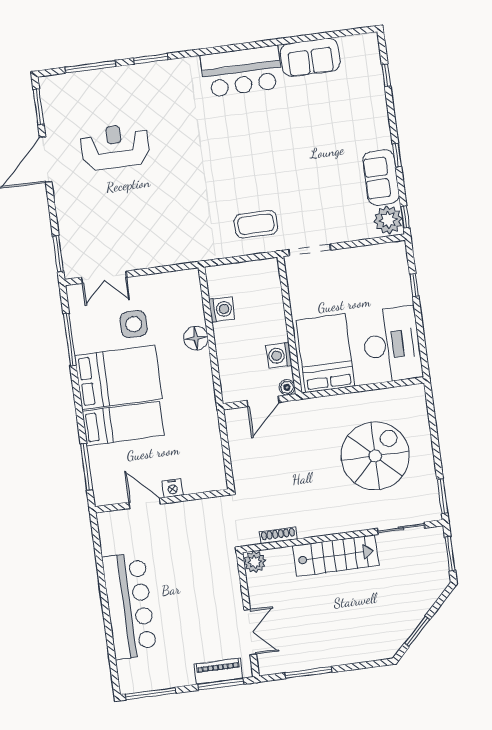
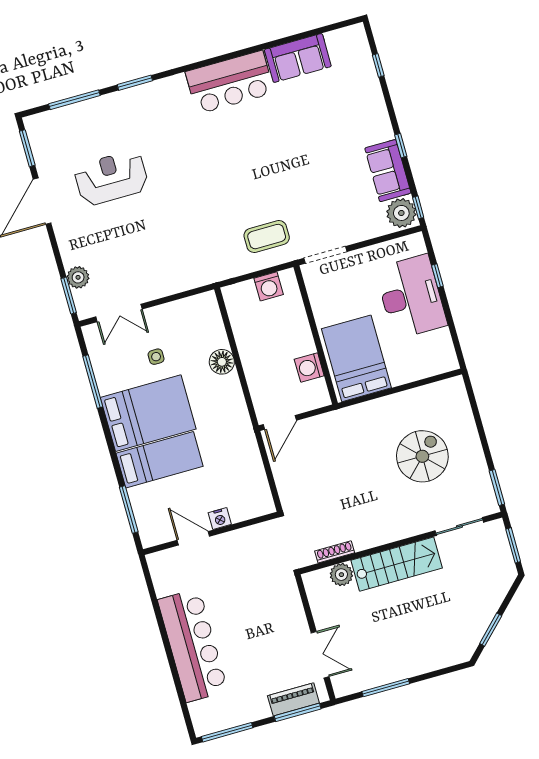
plant: (70, 238) -> (78, 277), added
washing machine: (222, 309) -> (269, 286), moved, turned 90
side table: (134, 324) -> (156, 357), width x0.54, depth x0.54
desk: (392, 345) -> (411, 297), moved
boiler: (287, 387) -> (322, 399), removed
door: (263, 401) -> (280, 422), moved
spiral stairs: (375, 456) -> (422, 456), width x0.73, depth x0.73
plant: (255, 562) -> (341, 575), moved

